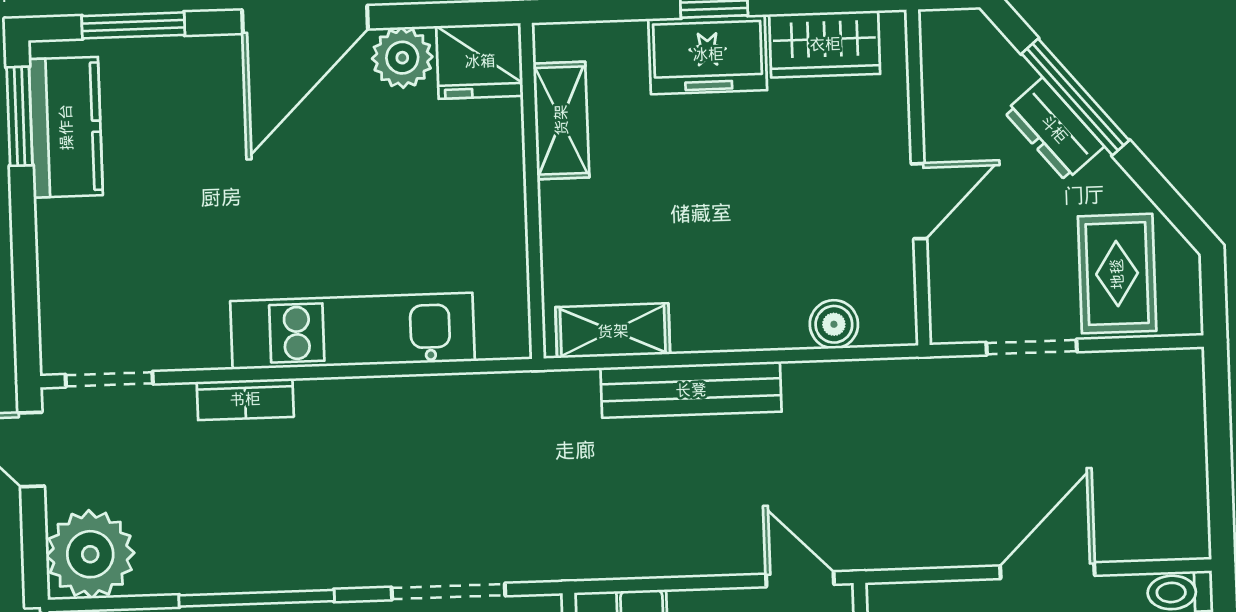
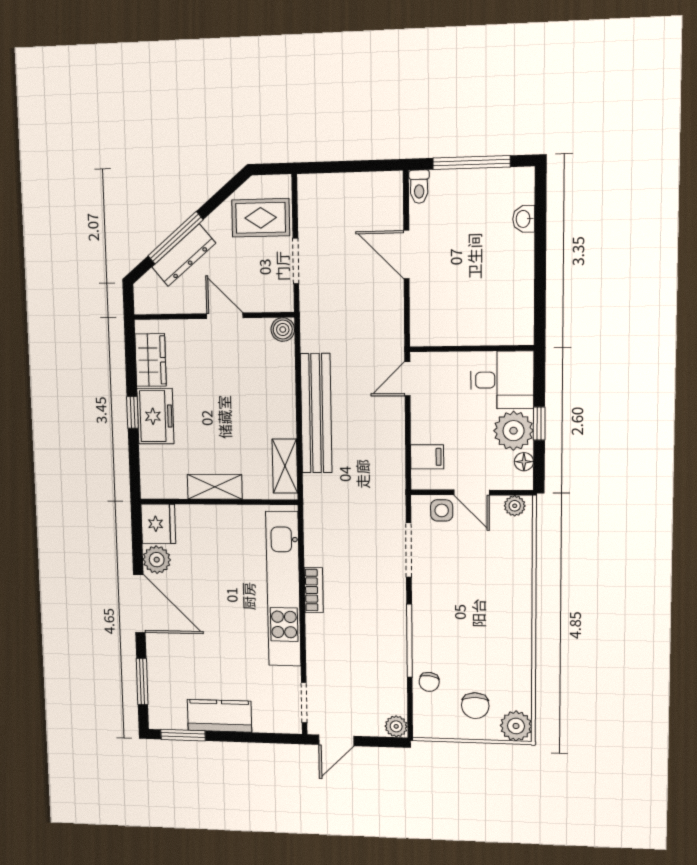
shelving: (561, 120) -> (215, 487), moved
kitchen counter: (66, 127) -> (219, 716), moved
dresser: (1054, 129) -> (184, 255), width x1.44
boiler: (834, 324) -> (283, 330), moved
kitchen unit: (352, 331) -> (283, 589), width x1.36
bench: (691, 390) -> (316, 413), width x1.37, depth x1.21
bookcase: (245, 399) -> (314, 590), moved
plant: (90, 554) -> (396, 726), width x0.53, depth x0.53

